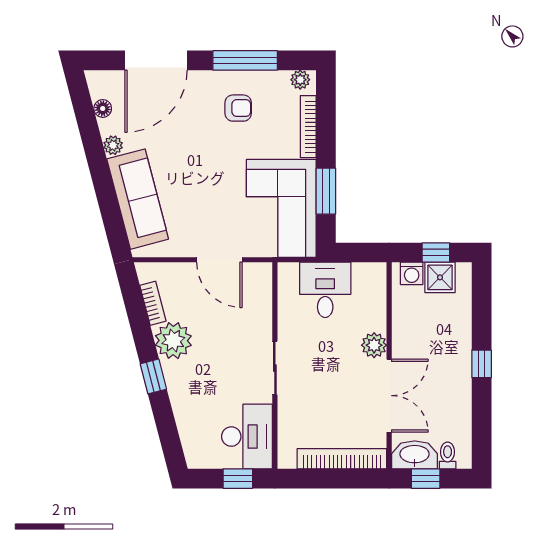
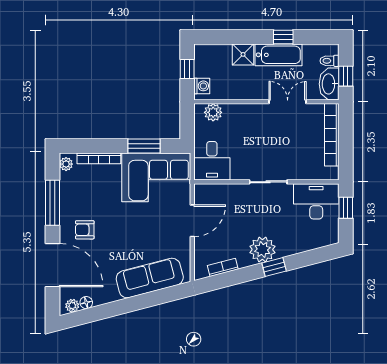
armchair: (238, 108) -> (85, 230), moved, turned -90
plant: (113, 145) -> (72, 306), moved
shower: (440, 277) -> (243, 54), moved
desk: (325, 290) -> (212, 161), moved, turned -90
plant: (173, 341) -> (262, 250), moved
plant: (374, 345) -> (213, 112), moved
window: (482, 364) -> (283, 37), moved
bathtub: (456, 383) -> (279, 55), added
double door: (389, 396) -> (288, 102), width x0.73

